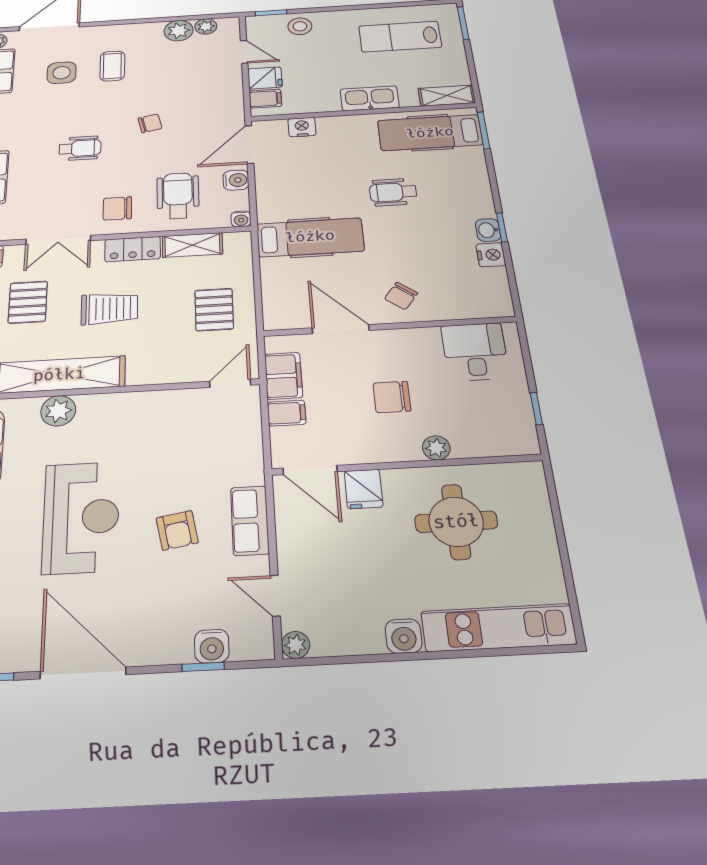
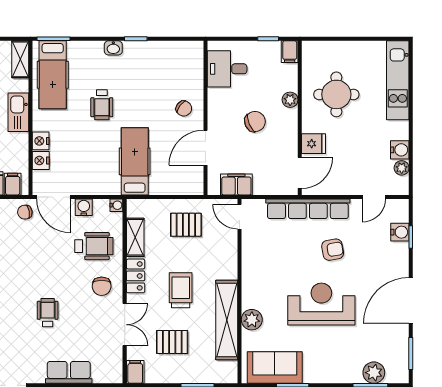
chair: (150, 123) -> (25, 212), moved, turned -88
wheelchair: (178, 196) -> (94, 246), turned 180
washbasin: (488, 230) -> (113, 48), moved
nightstand: (491, 255) -> (41, 141), moved, turned -90
chair: (392, 397) -> (255, 122), turned -113
filing cabinet: (287, 413) -> (290, 52), moved, turned 180
row of seats: (250, 520) -> (308, 209), width x2.02
water cooler: (404, 636) -> (400, 150), moved
plant: (296, 645) -> (402, 168), moved

